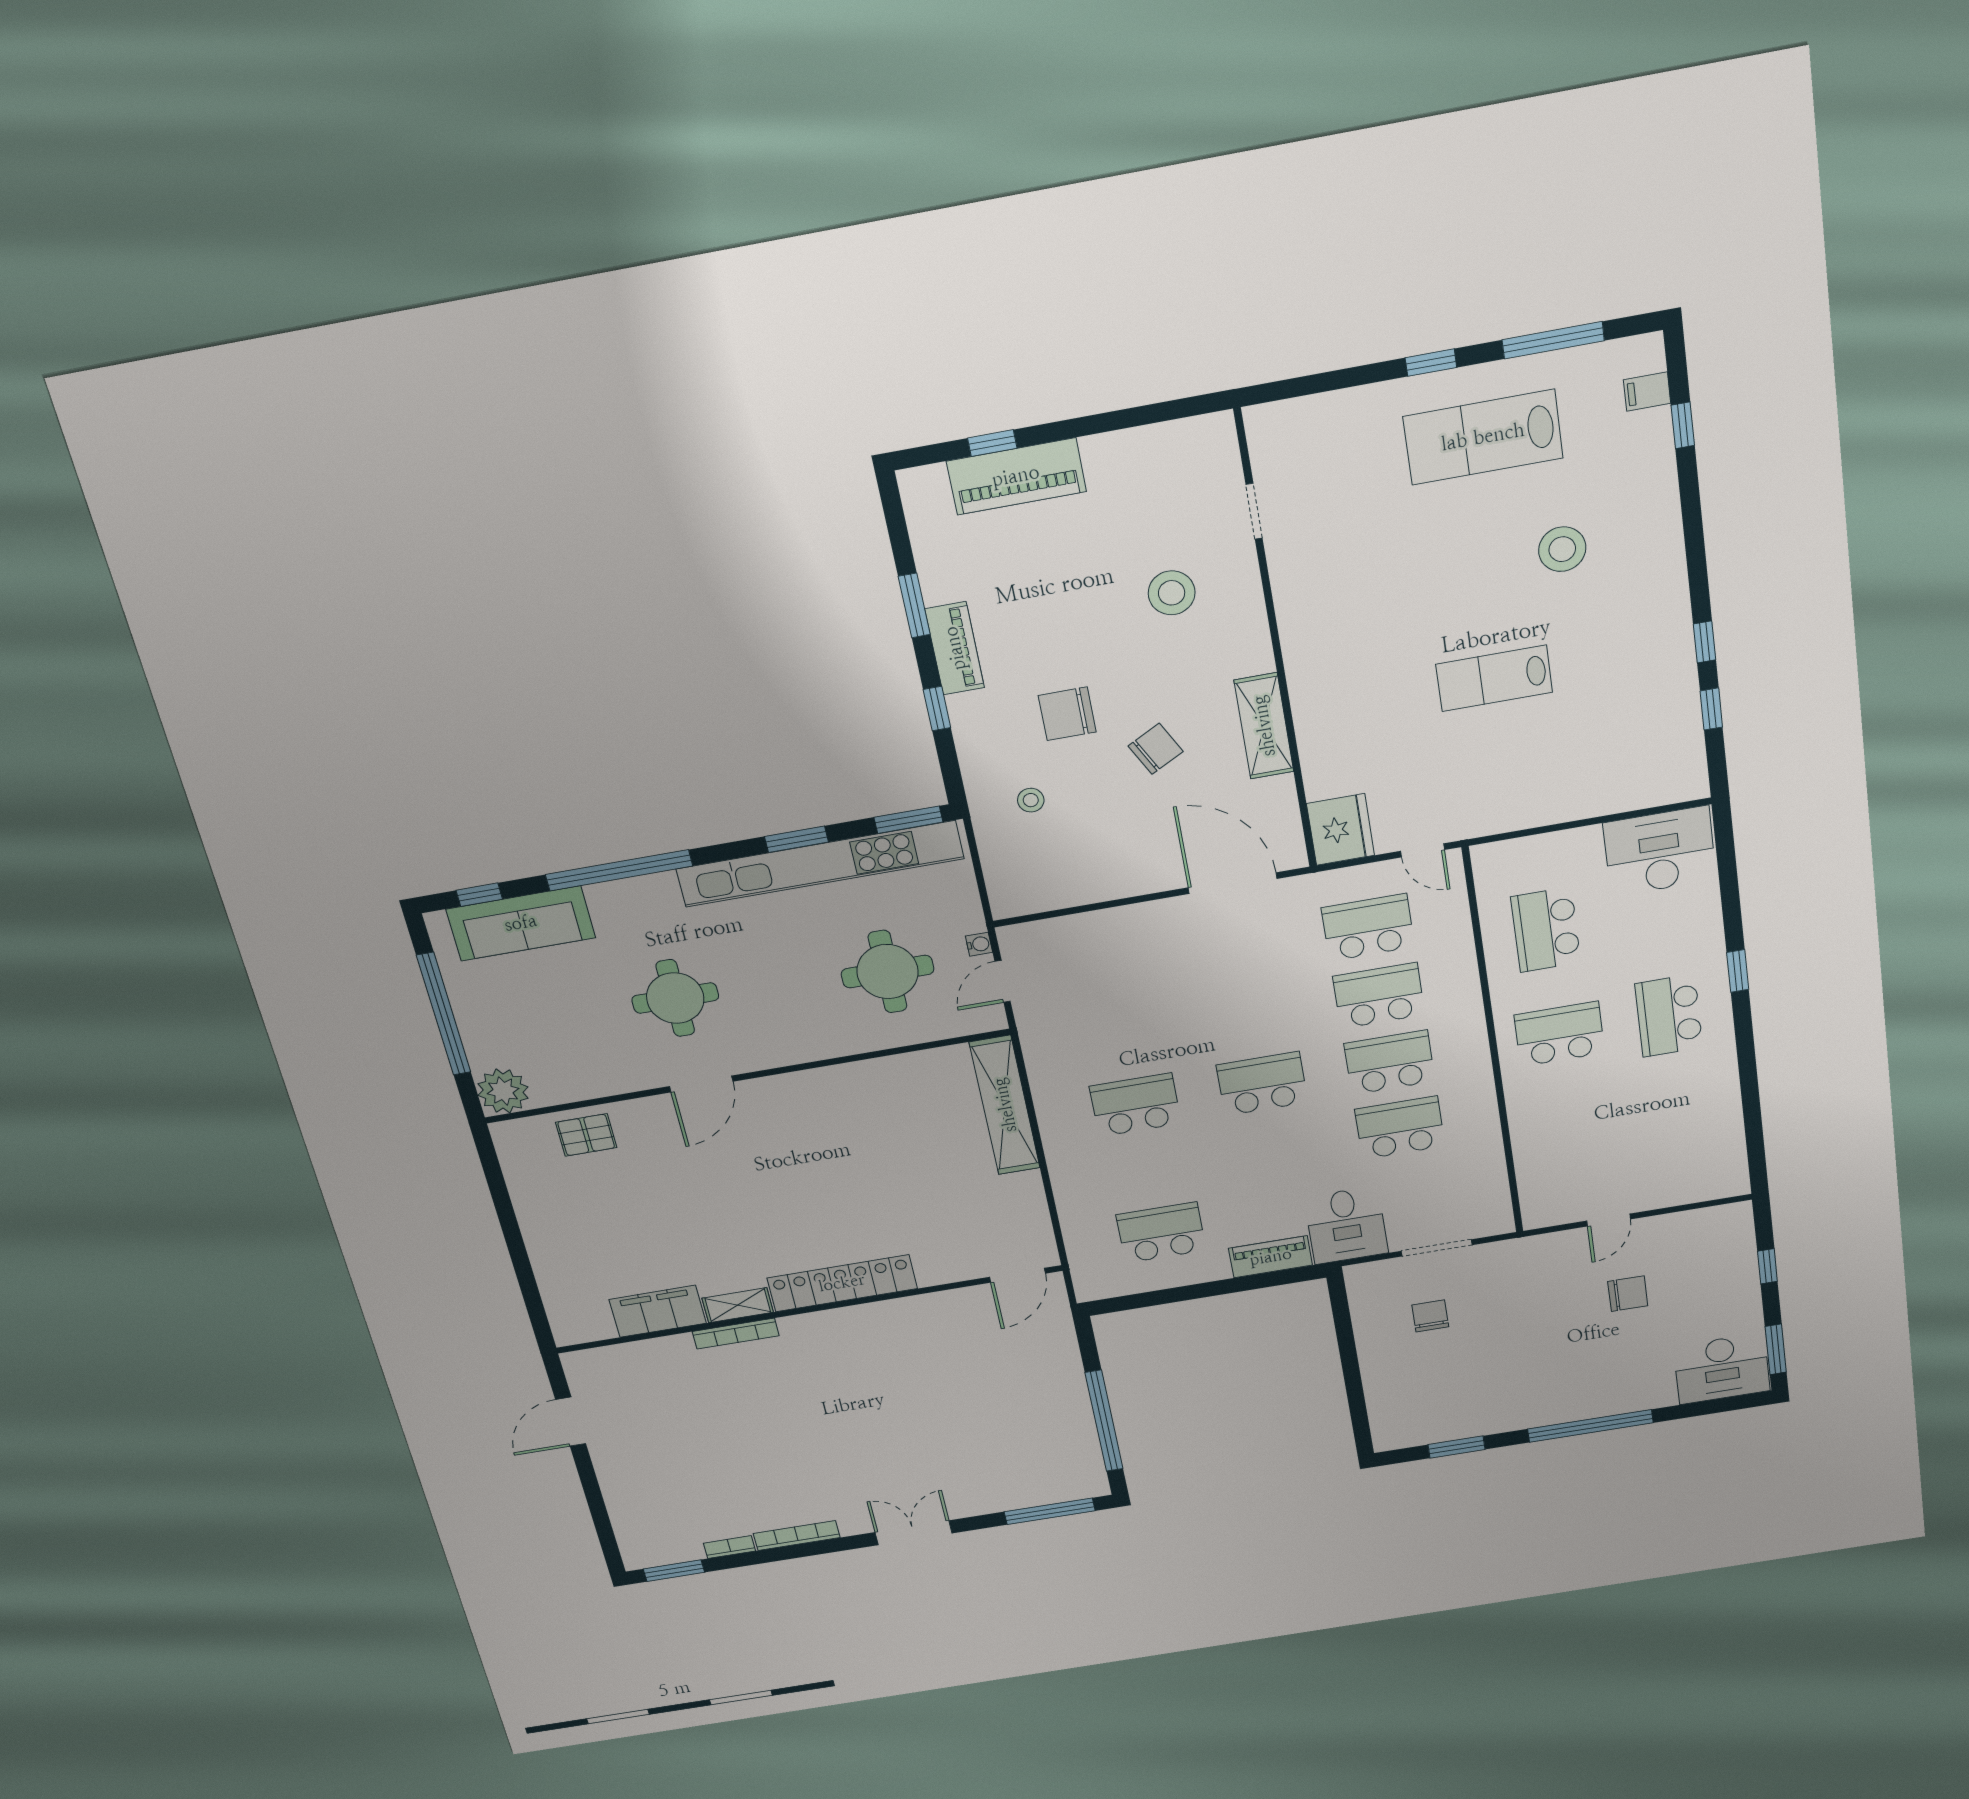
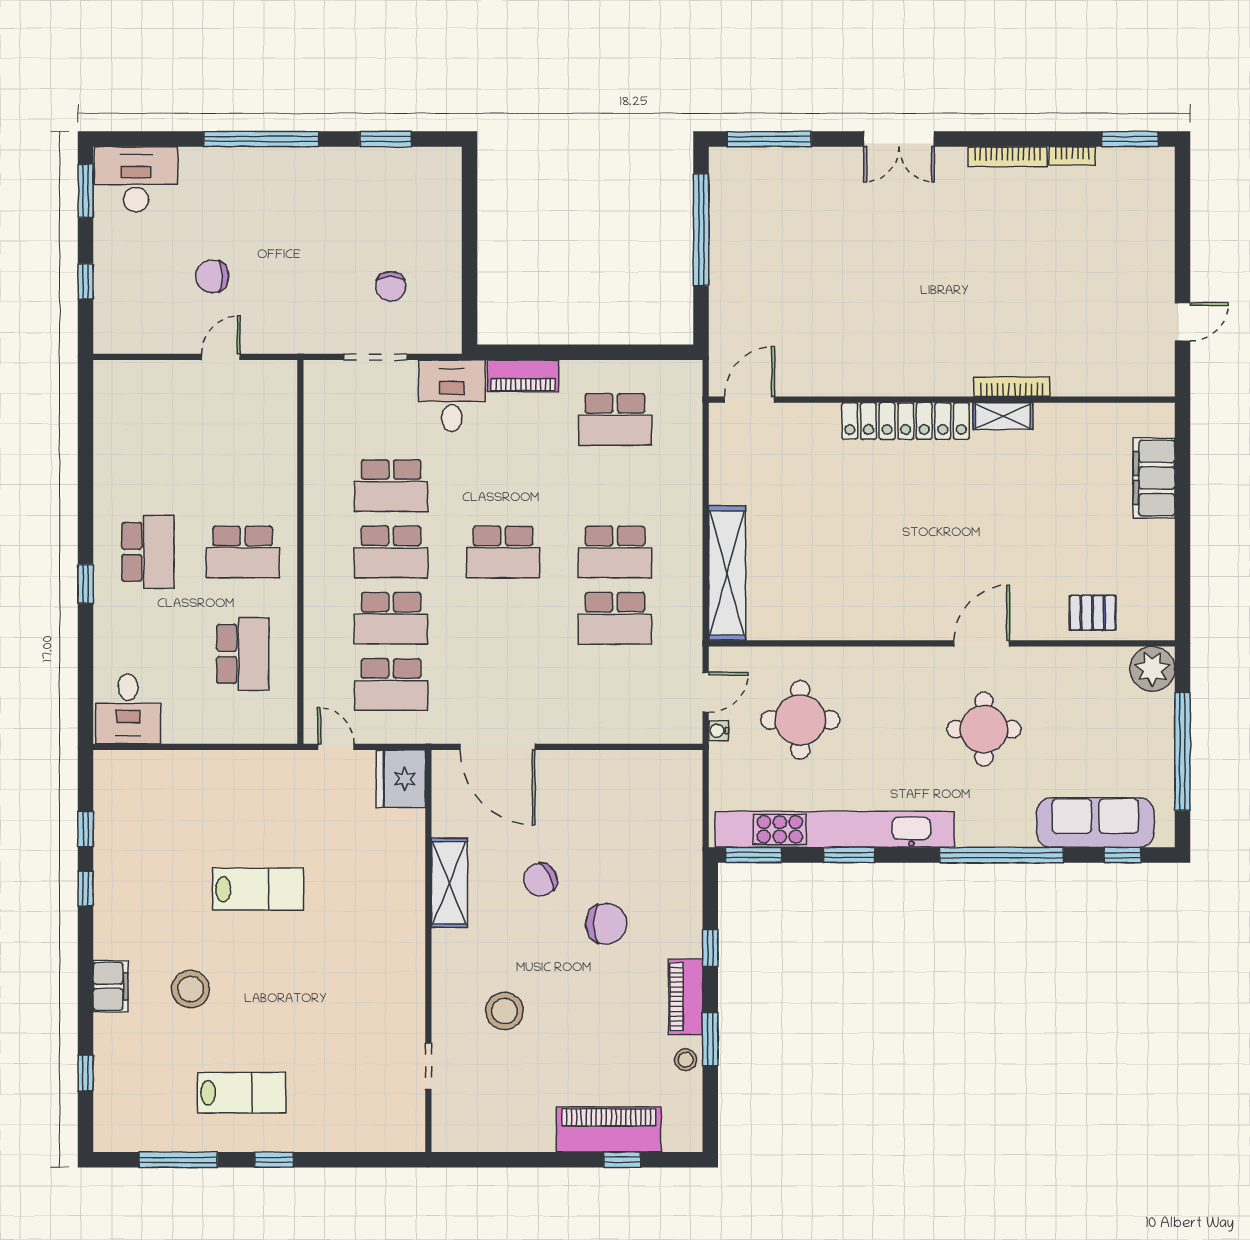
filing cabinet: (1647, 392) -> (111, 986), moved, width x2.00
lab bench: (1483, 437) -> (241, 1093), width x0.73, depth x0.72
stool: (1031, 800) -> (686, 1060), moved
desk: (1660, 851) -> (128, 709), width x0.73
school desk: (1122, 1039) -> (615, 618), added
filing cabinet: (658, 1311) -> (1154, 478), moved, turned 90
door: (571, 1422) -> (1182, 322), width x0.73

